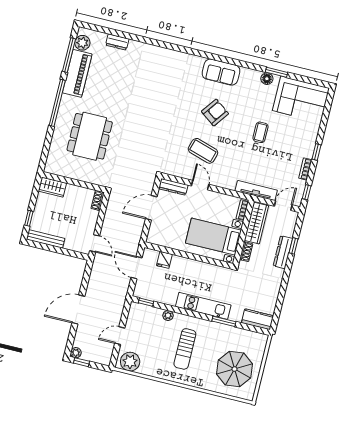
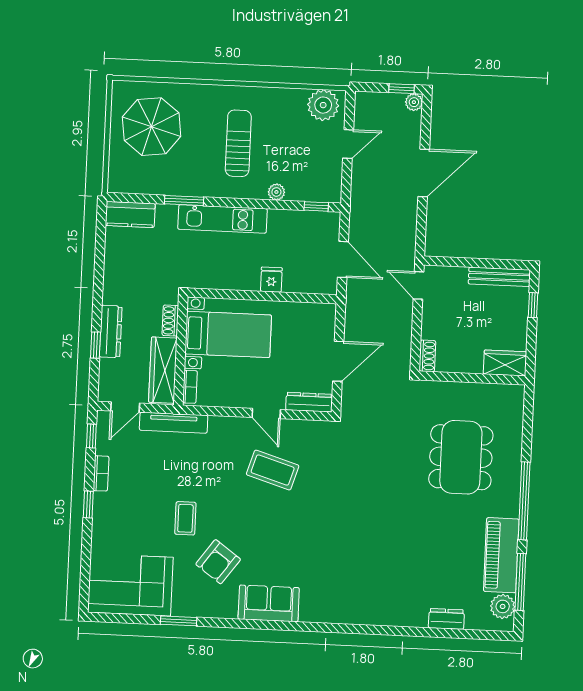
floor lamp: (267, 79) -> (192, 607), removed
armchair: (215, 113) -> (218, 562), moved
fridge: (164, 260) -> (271, 280), moved

